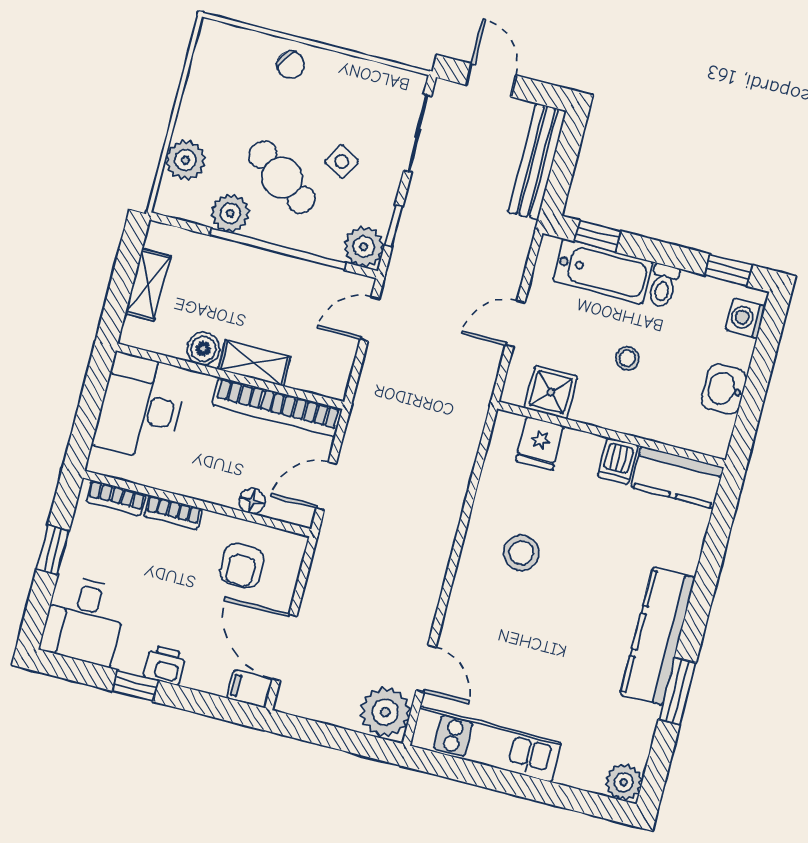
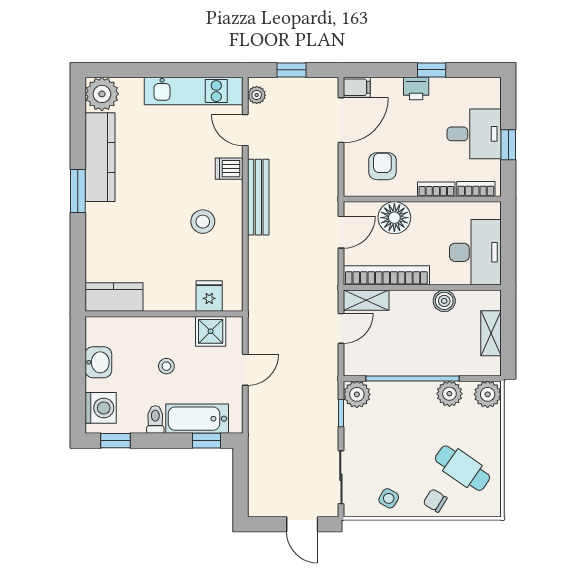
plant: (185, 160) -> (488, 394), moved
side table: (342, 161) -> (389, 498), moved
bench: (537, 162) -> (258, 197), moved
cafe table: (282, 177) -> (462, 468), moved
washing machine: (745, 318) -> (101, 408), width x1.38, depth x1.38
door: (370, 319) -> (341, 328), moved
shelving: (254, 363) -> (366, 300), moved
dishwasher: (618, 461) -> (229, 169), moved, turned -90
floor lamp: (252, 501) -> (394, 218), width x1.89, depth x1.89
desk: (84, 620) -> (474, 134), moved, turned 90
kitchen counter: (658, 636) -> (100, 157), moved
door: (285, 647) -> (341, 120), hinge flipped
window: (677, 691) -> (78, 191), moved
plant: (385, 712) -> (257, 95), width x0.53, depth x0.53
window: (337, 738) -> (291, 70), added
plant: (624, 782) -> (102, 94), width x1.36, depth x1.36

